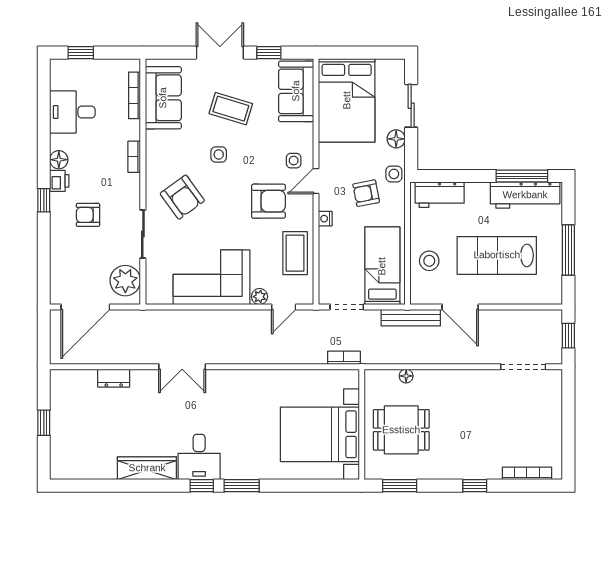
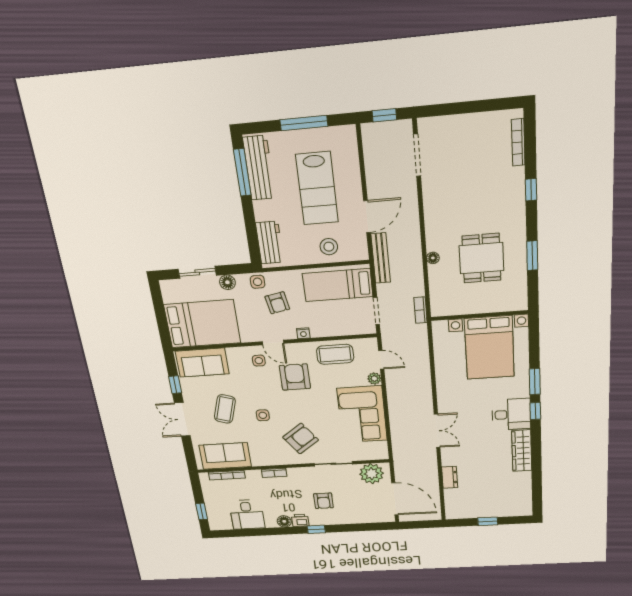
wall: (362, 424) -> (479, 315), moved
bed with nightstands: (320, 434) -> (489, 348), moved

